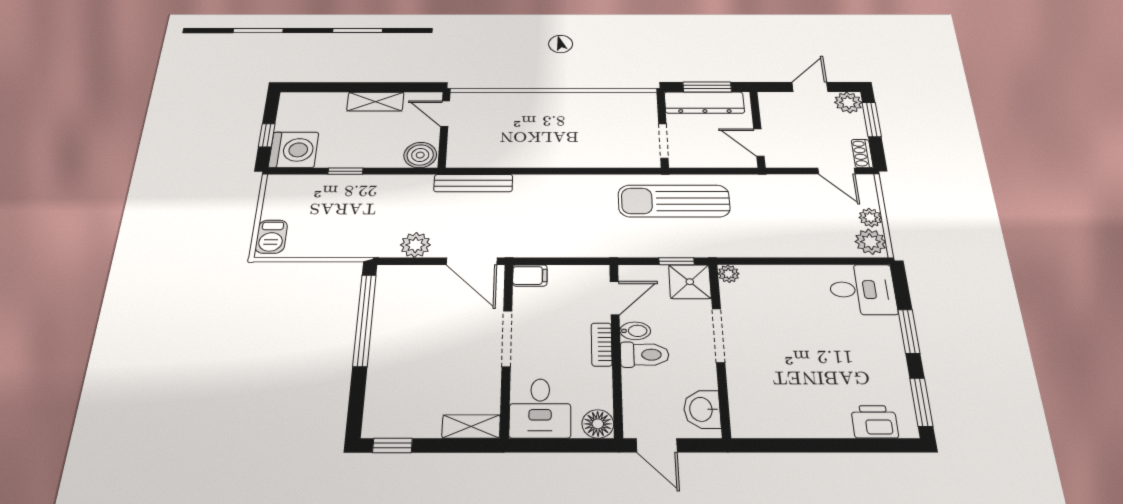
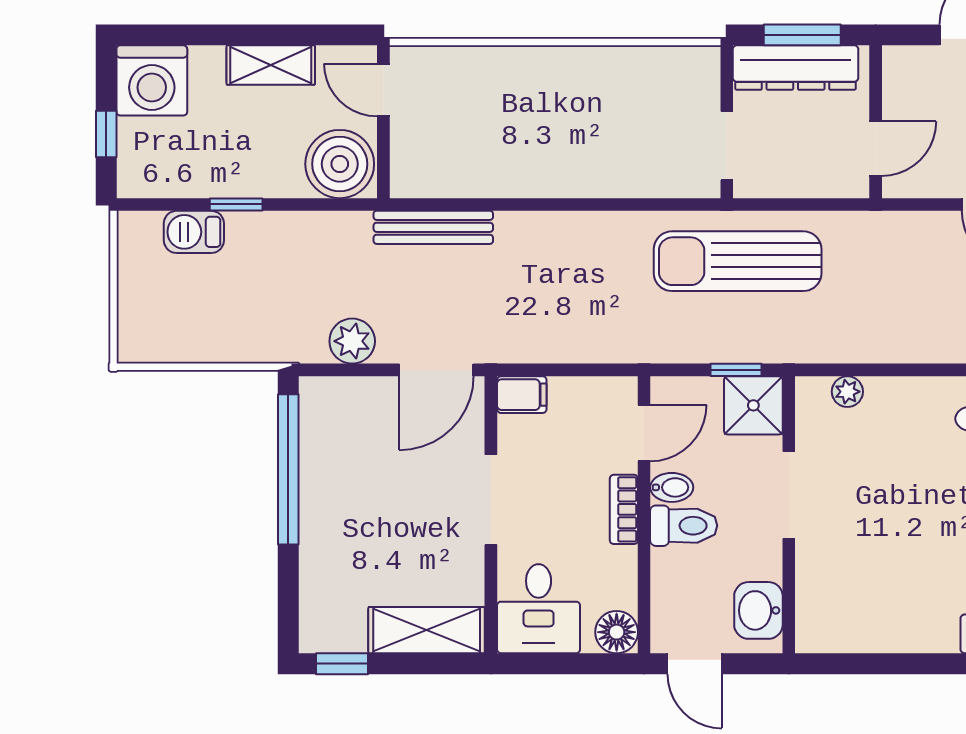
door: (759, 142) -> (876, 149), swing flipped
washing machine: (294, 150) -> (152, 80), moved, turned 90
boiler: (420, 155) -> (340, 164), width x1.37, depth x1.37
barbecue: (271, 237) -> (194, 232), moved, turned 90
door: (472, 261) -> (436, 370), hinge flipped
plant: (729, 274) -> (847, 392), moved
shelving: (471, 426) -> (427, 630), width x1.50, depth x1.33

